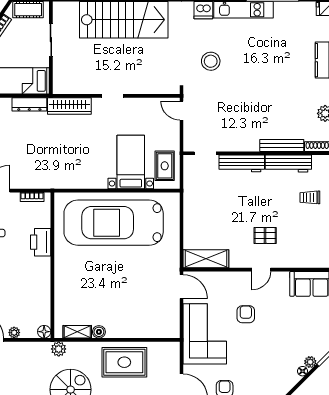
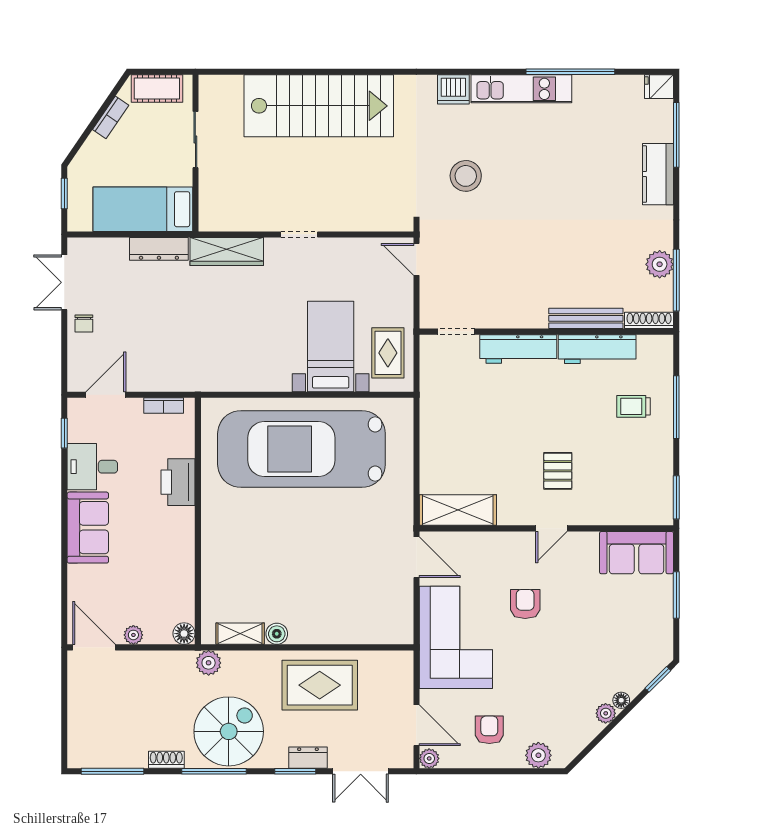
pallet: (265, 236) -> (558, 471), turned 90
plant: (310, 362) -> (606, 713), moved

